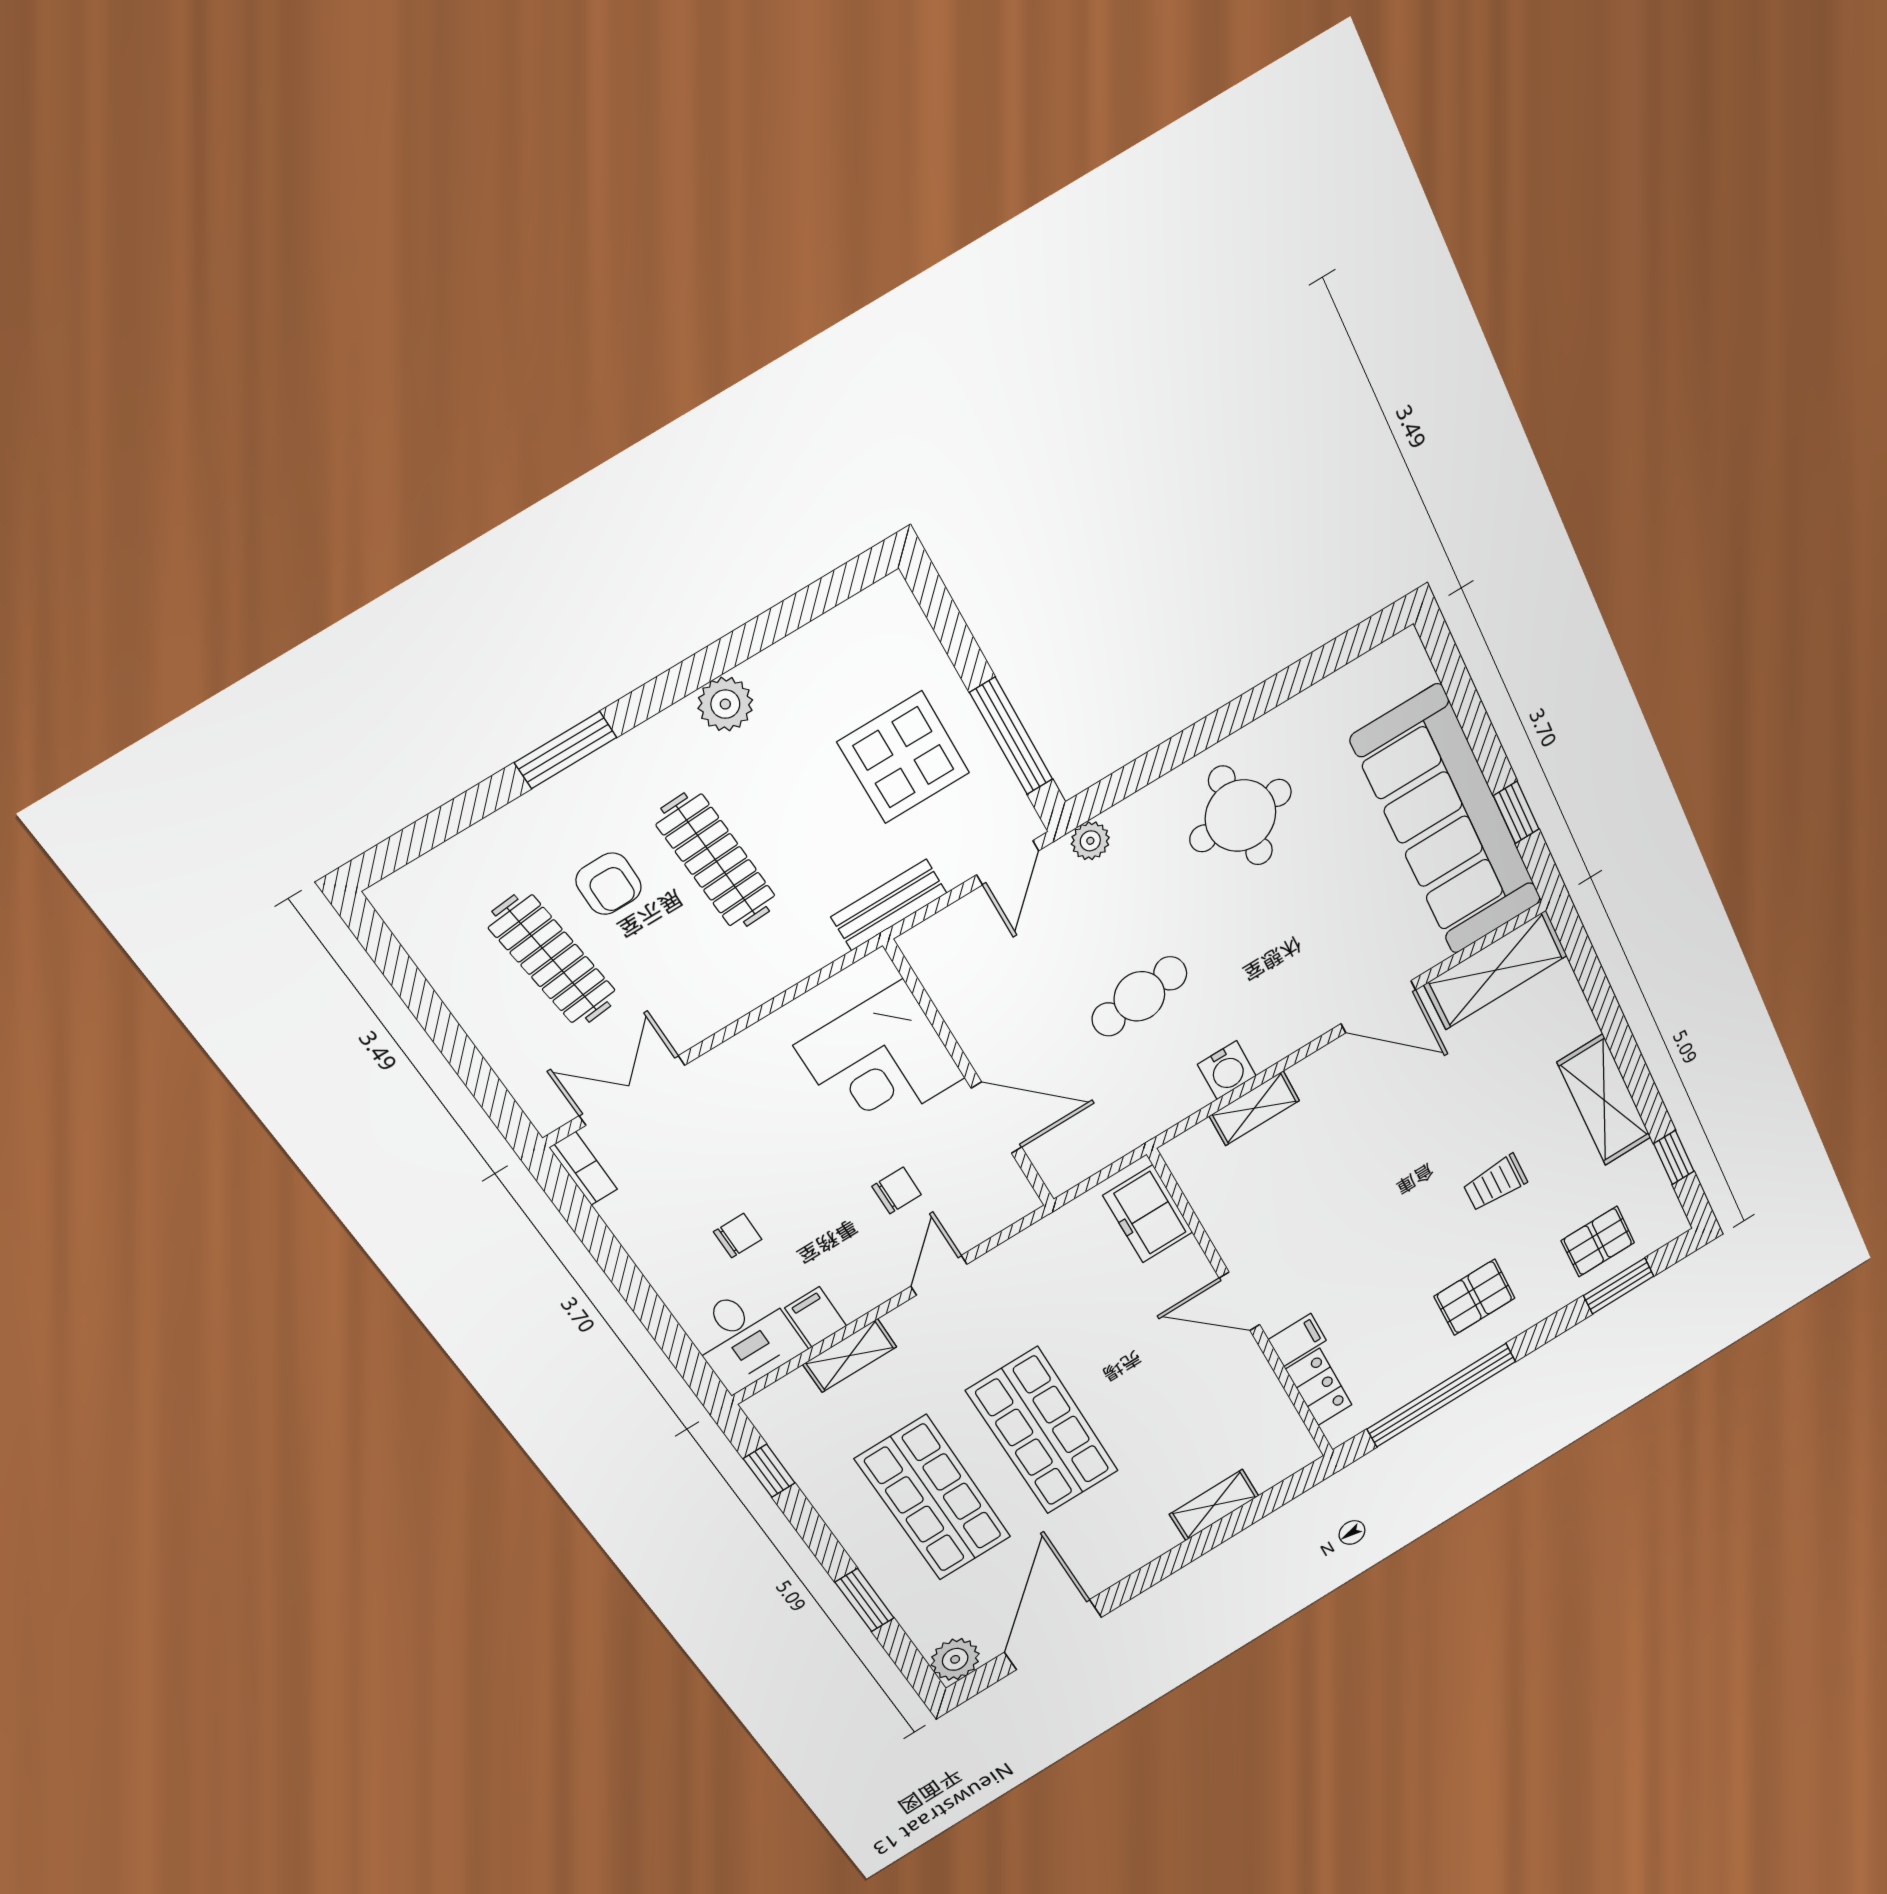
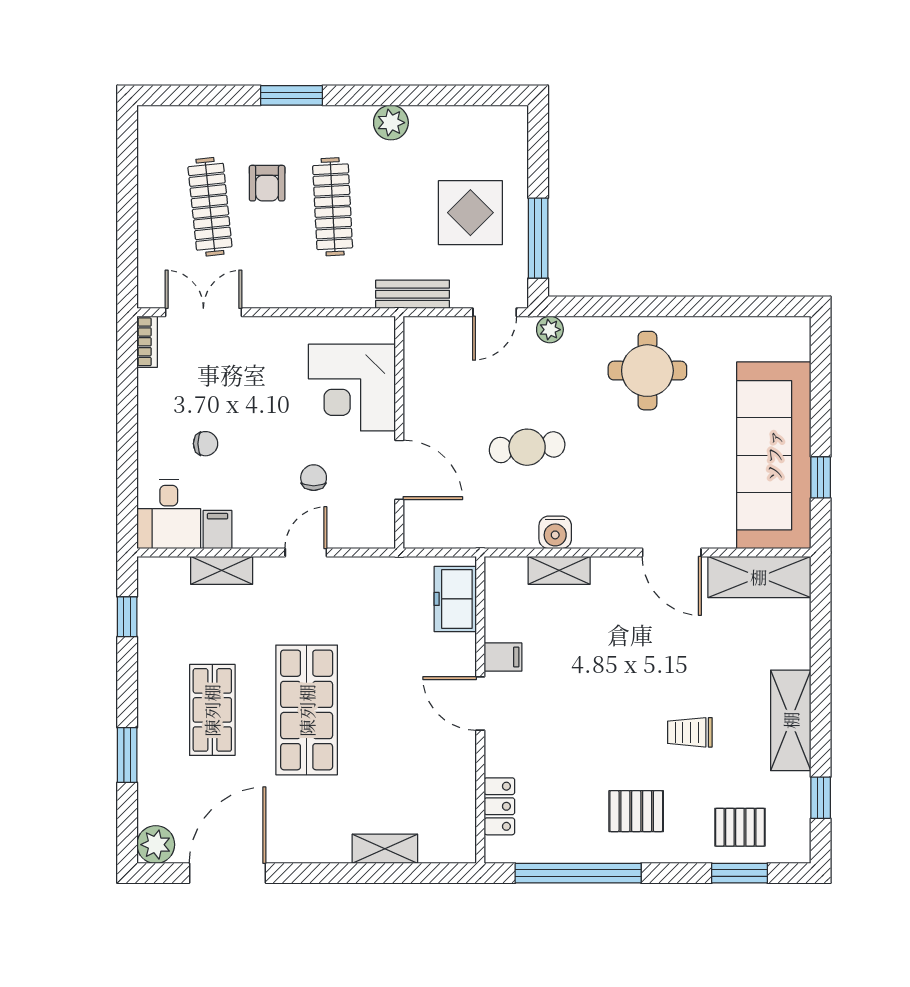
chair: (897, 1191) -> (314, 478), turned -90
filing cabinet: (1297, 1340) -> (503, 657), moved
shop shelf: (933, 1498) -> (212, 710), width x0.70, depth x0.74

